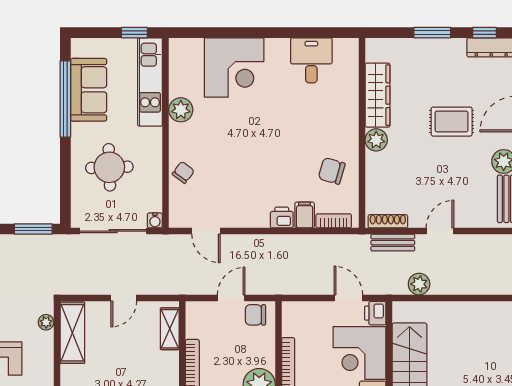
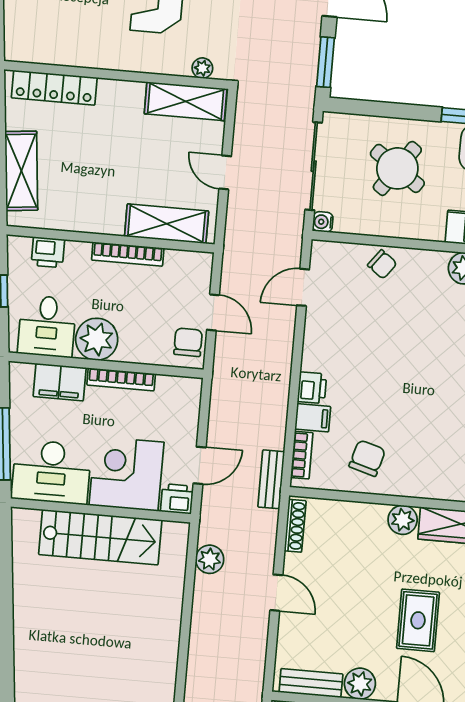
round table: (109, 167) -> (397, 168), turned 37
bench: (393, 243) -> (271, 479), moved
shelving: (170, 329) -> (167, 224), width x1.50, depth x1.33

